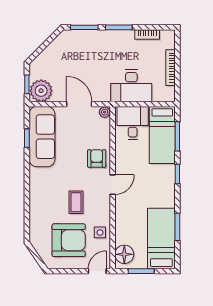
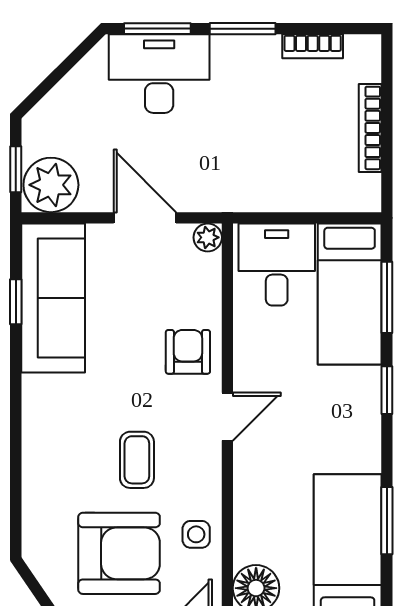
desk: (131, 86) -> (159, 74), moved, turned 180

